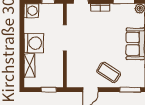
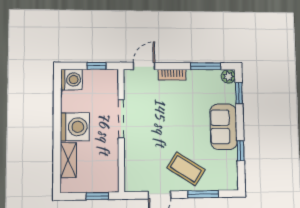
window: (130, 90) -> (203, 194), moved

